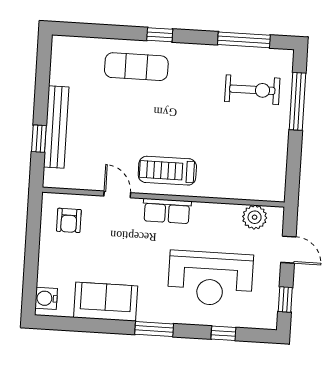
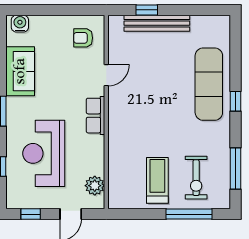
exercise mat: (136, 67) -> (209, 84), width x1.36, depth x1.45
treadmill: (167, 171) -> (157, 180), moved

